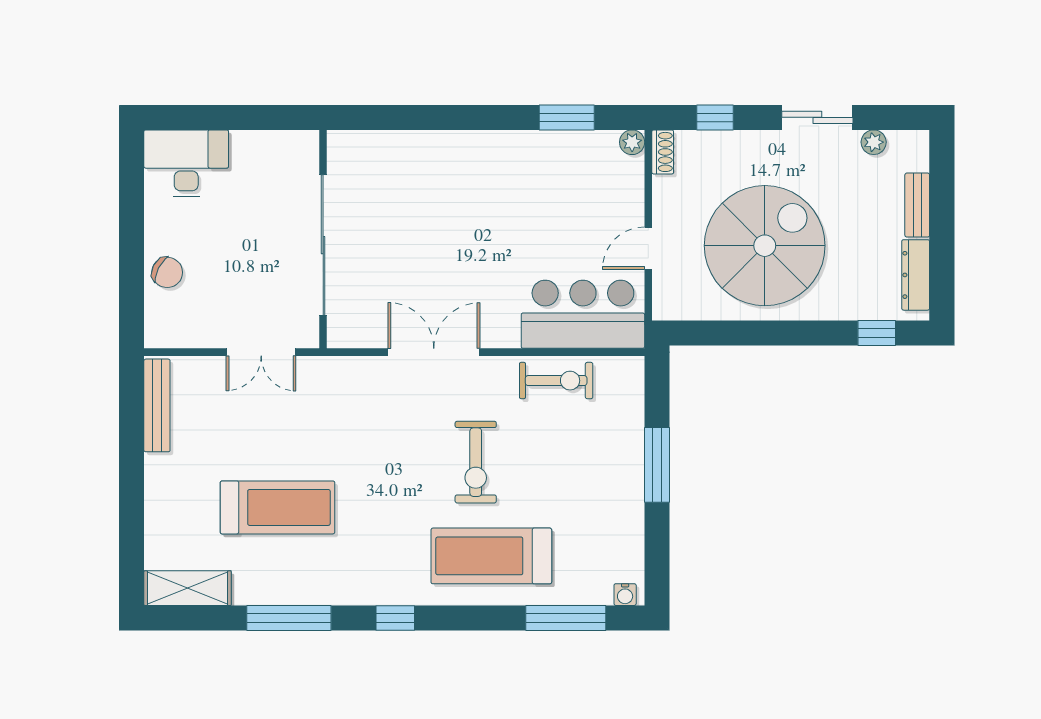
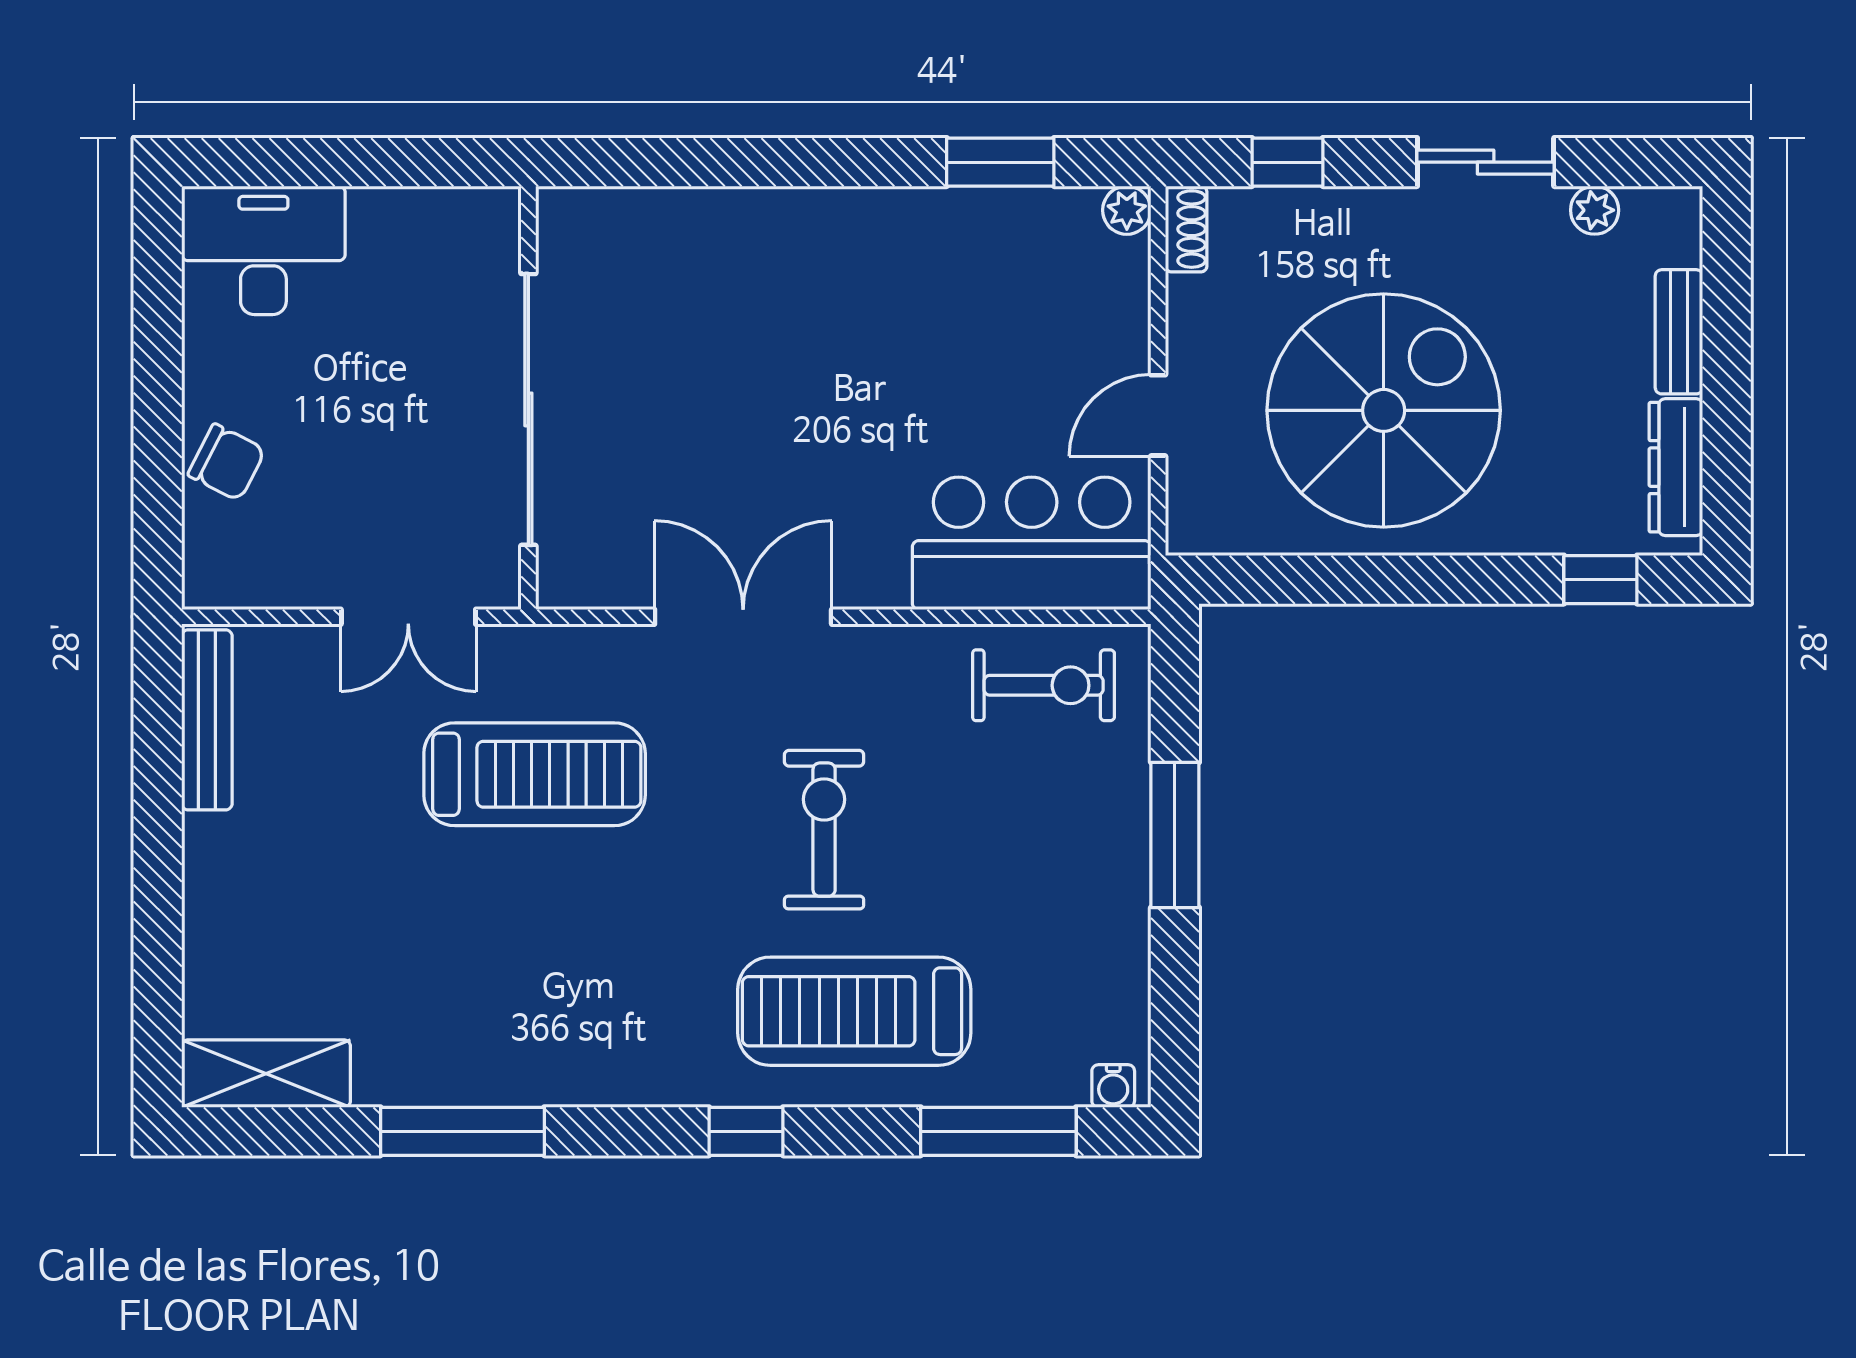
exercise bike: (556, 381) -> (1044, 685), moved
exercise bike: (476, 462) -> (824, 830), turned 180
treadmill: (277, 507) -> (535, 774), moved
window: (395, 618) -> (746, 1131), moved

